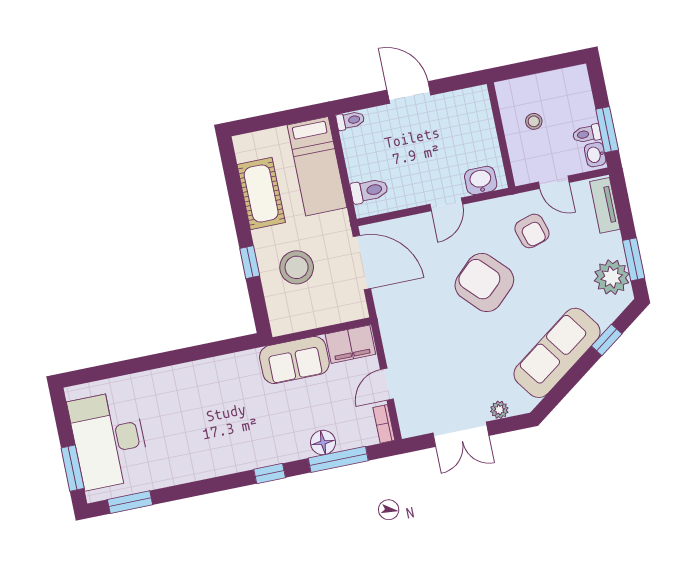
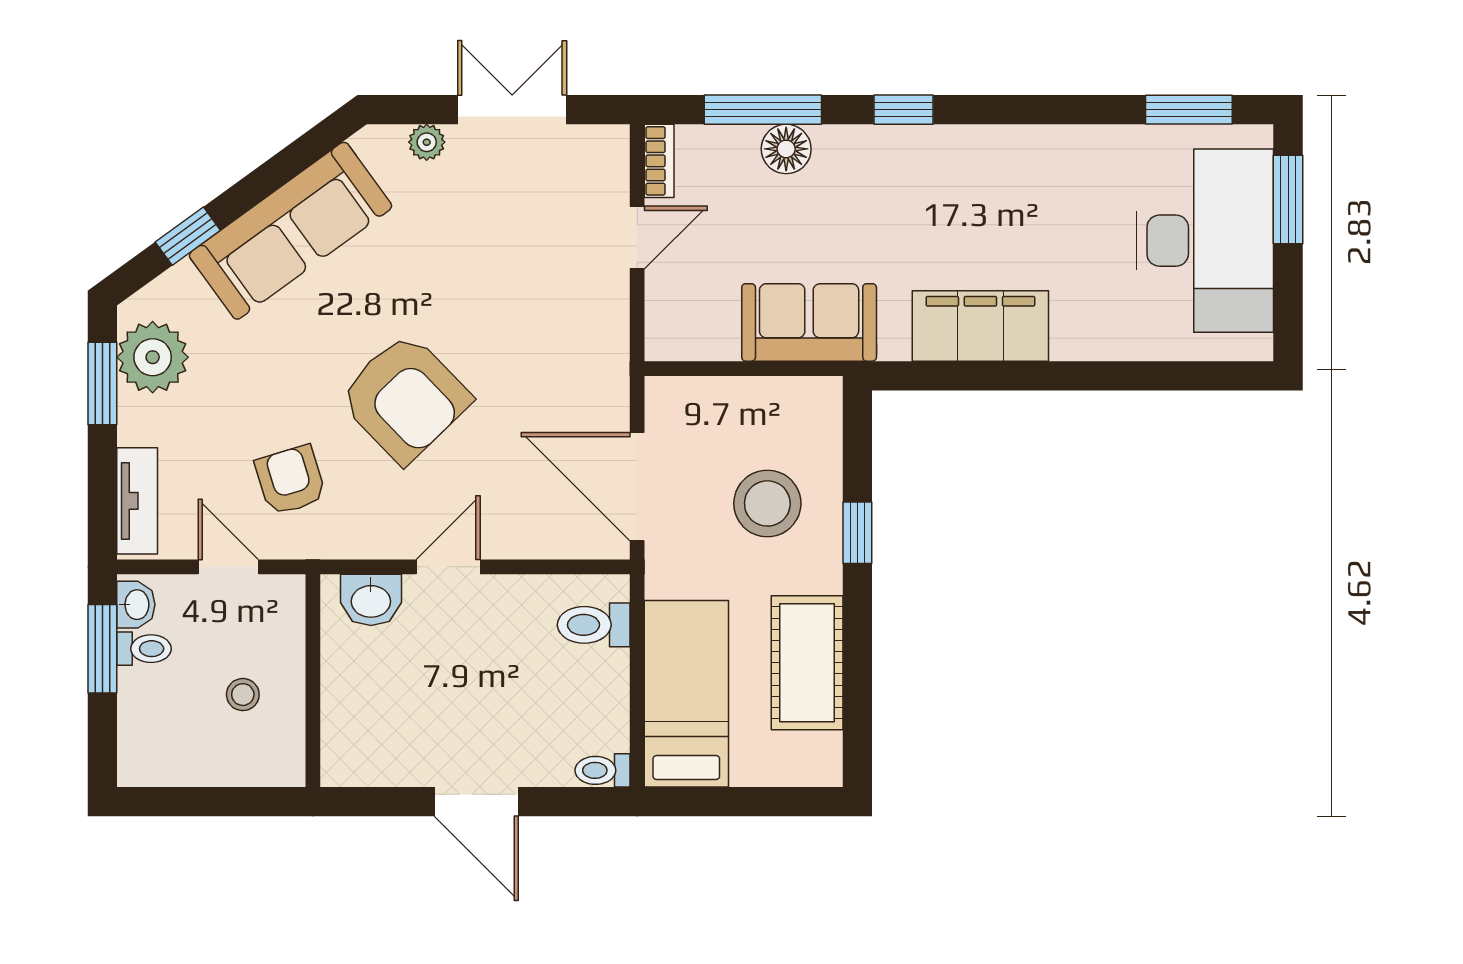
filing cabinet: (350, 344) -> (980, 326), moved, width x1.50, depth x1.17

